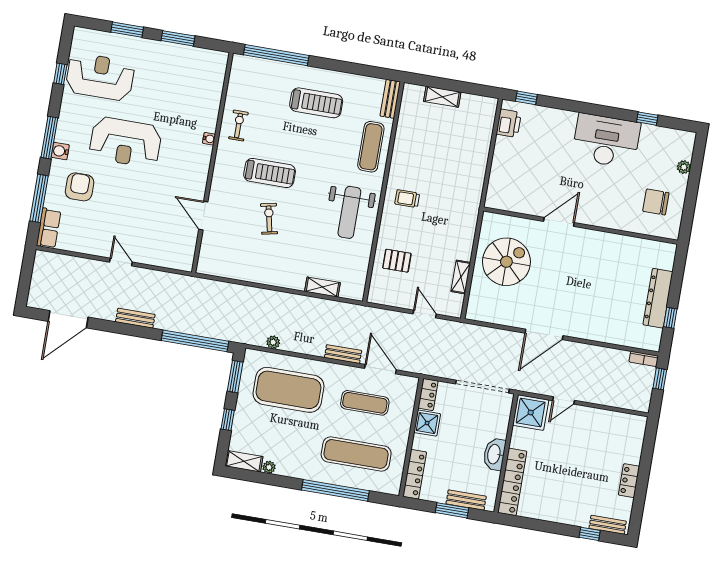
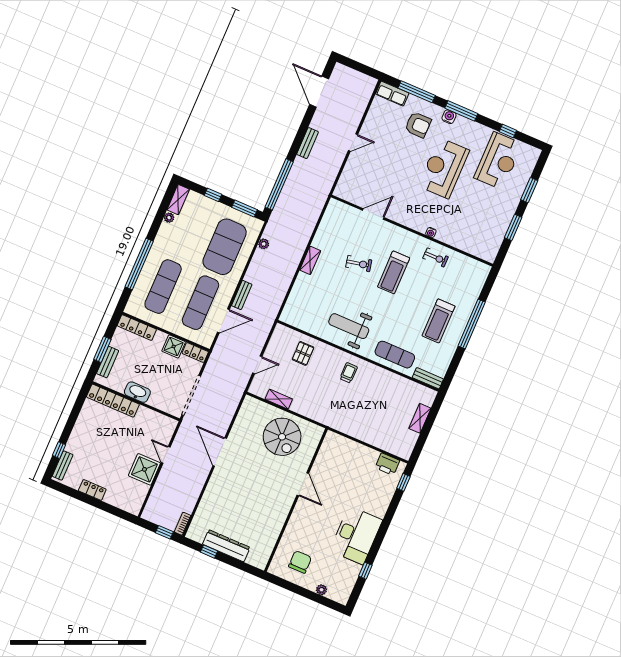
window: (276, 55) -> (472, 324), moved
shelving: (322, 287) -> (310, 260), moved
exercise mat: (365, 403) -> (200, 303), width x1.36, depth x1.45
shower: (531, 413) -> (144, 469), moved

